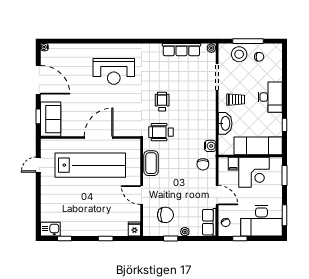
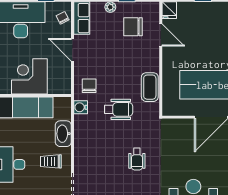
wheelchair: (161, 132) -> (119, 109), moved
filing cabinet: (233, 164) -> (54, 86), removed
door: (142, 195) -> (161, 35), moved

